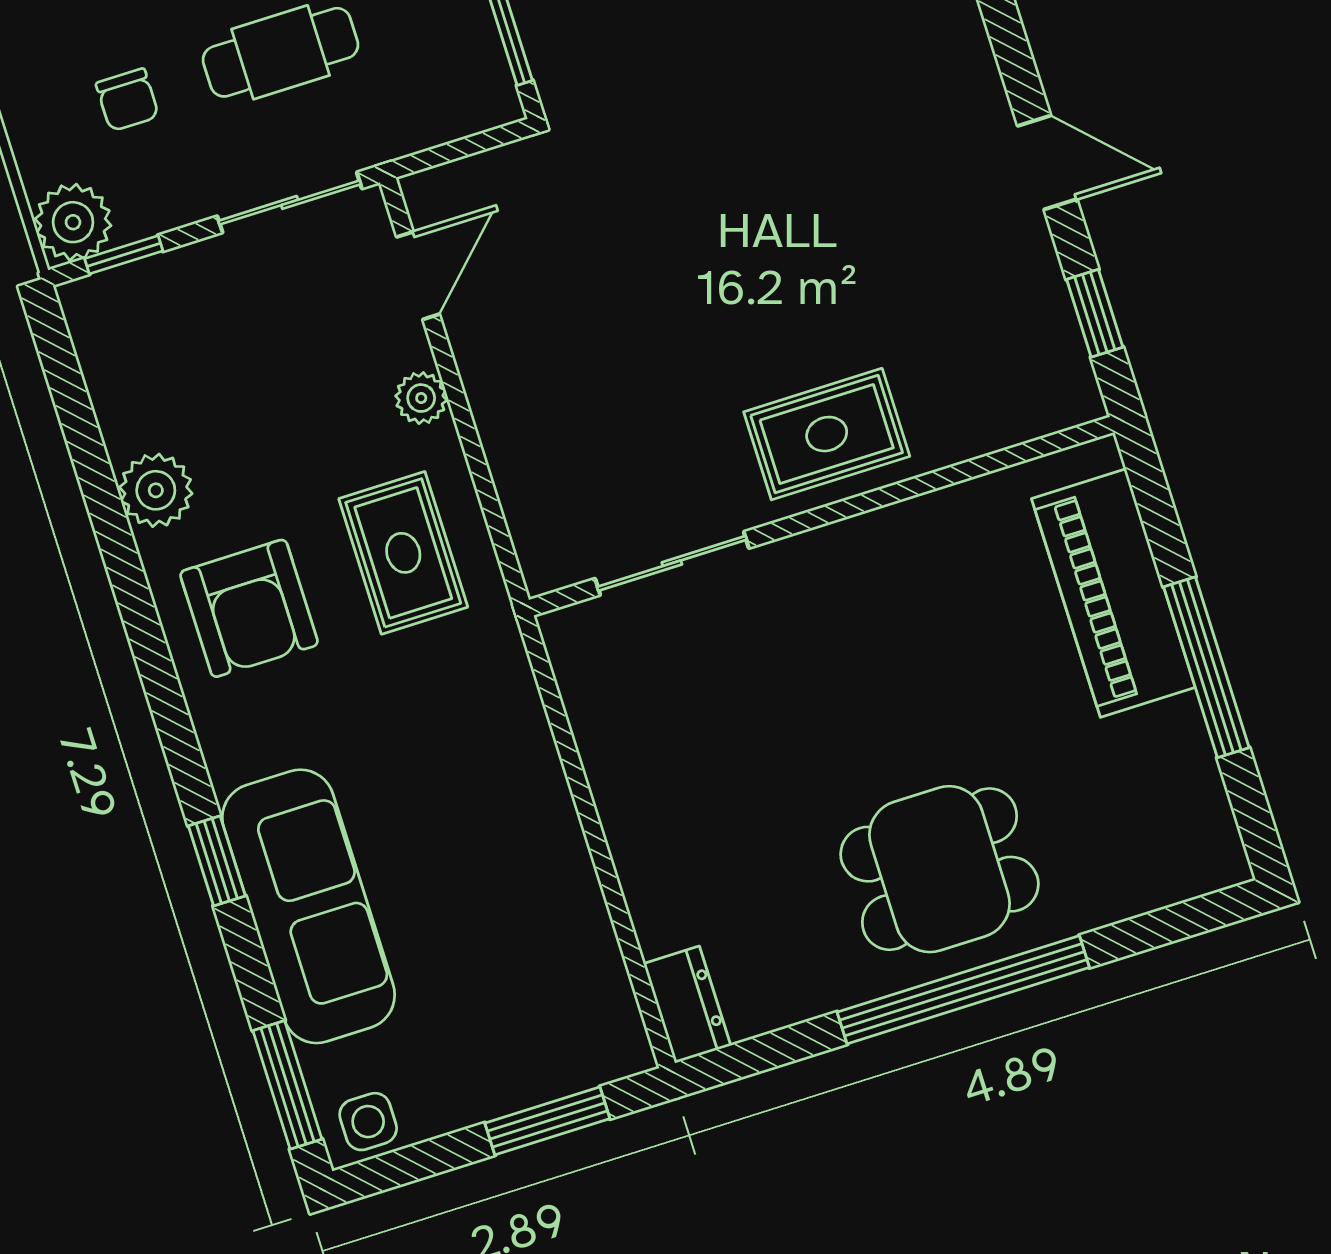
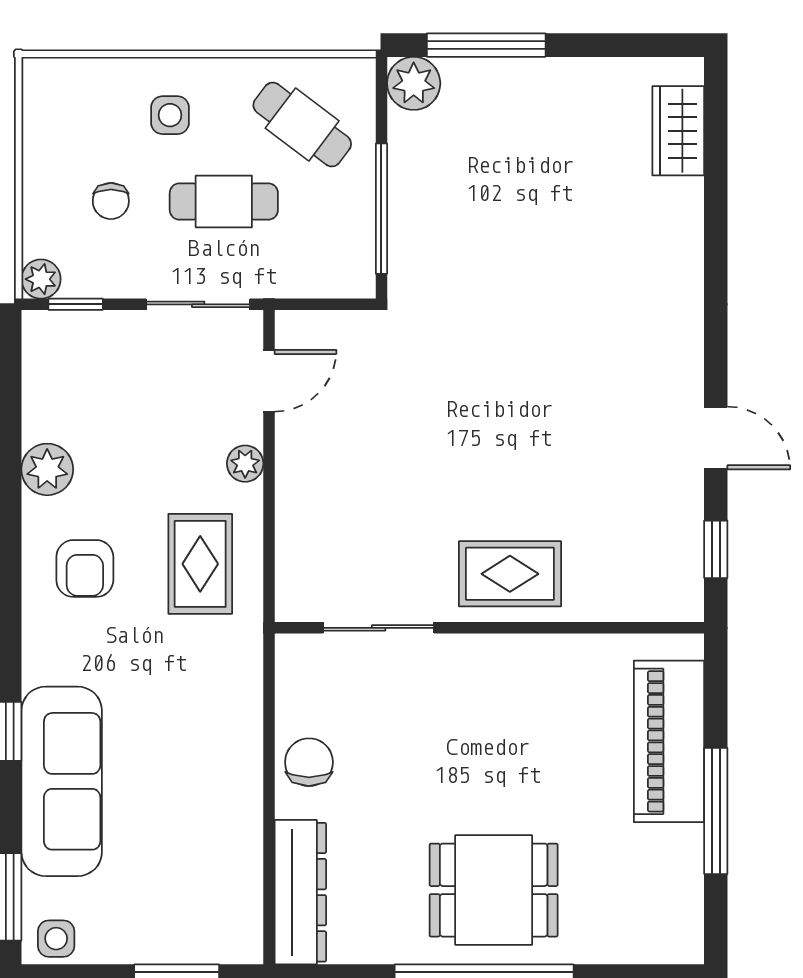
plant: (73, 222) -> (41, 279), width x0.73, depth x0.73
armchair: (249, 608) -> (85, 568), width x0.72, depth x0.72
chair: (635, 775) -> (309, 762), added
dresser: (687, 1005) -> (300, 892), width x1.96, depth x1.24

